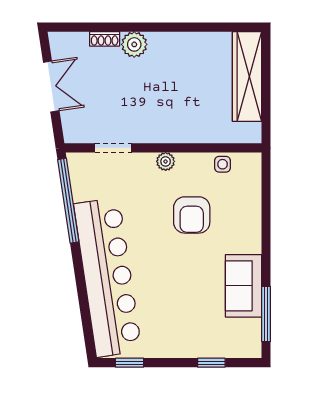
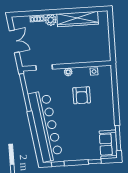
wardrobe: (247, 76) -> (78, 19), moved, turned -90
sofa: (243, 286) -> (108, 144), moved

